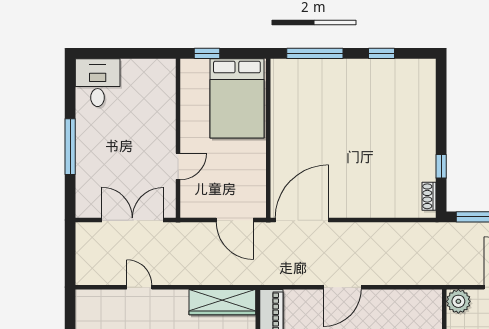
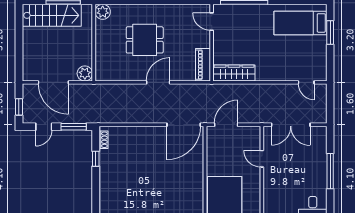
door: (178, 166) -> (262, 159), hinge flipped
door: (235, 220) -> (226, 125), hinge flipped
door: (139, 287) -> (306, 82), moved

